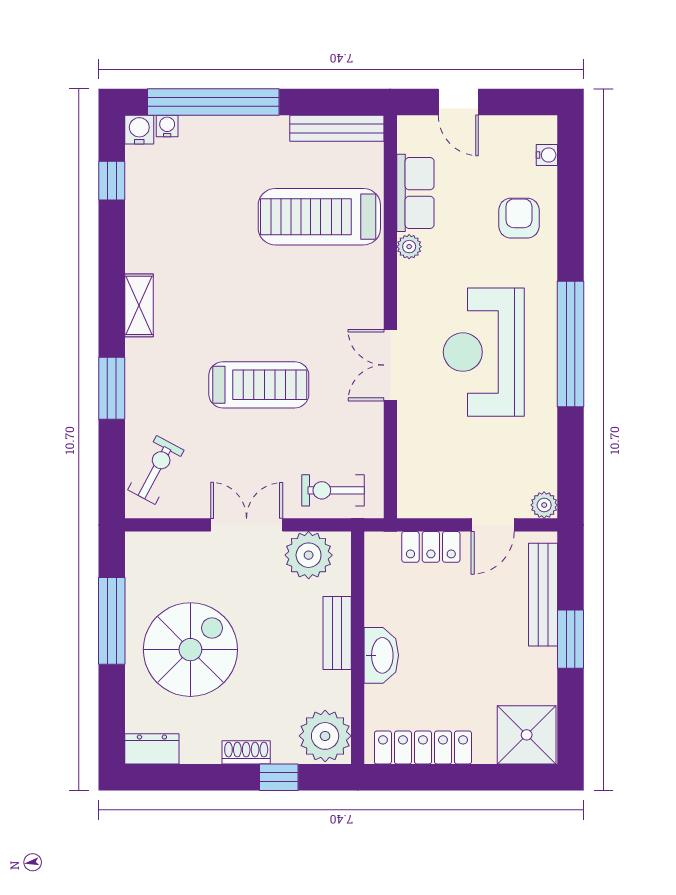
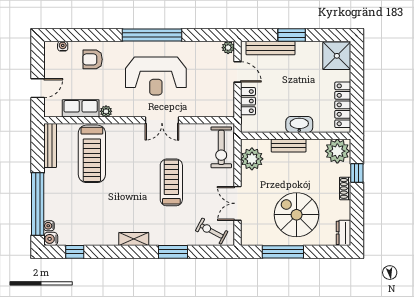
exercise bike: (333, 490) -> (221, 147), width x1.38, depth x1.39
double door: (247, 525) -> (238, 203), moved

